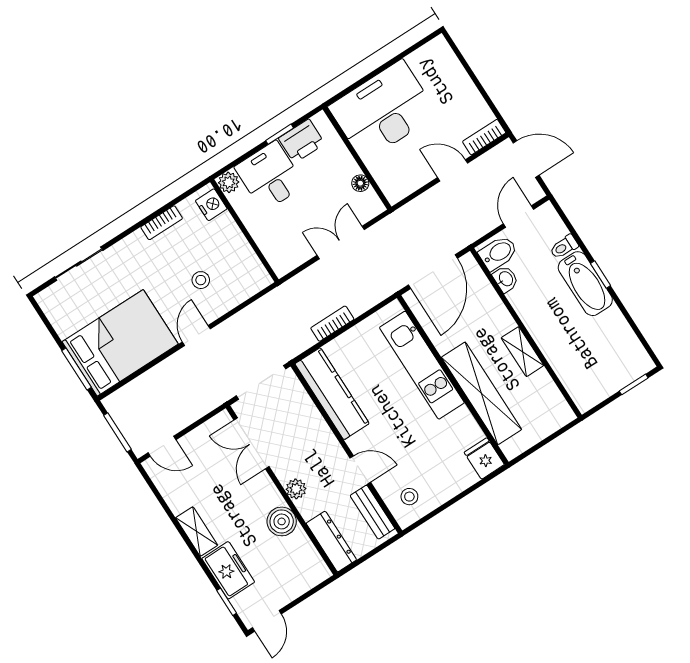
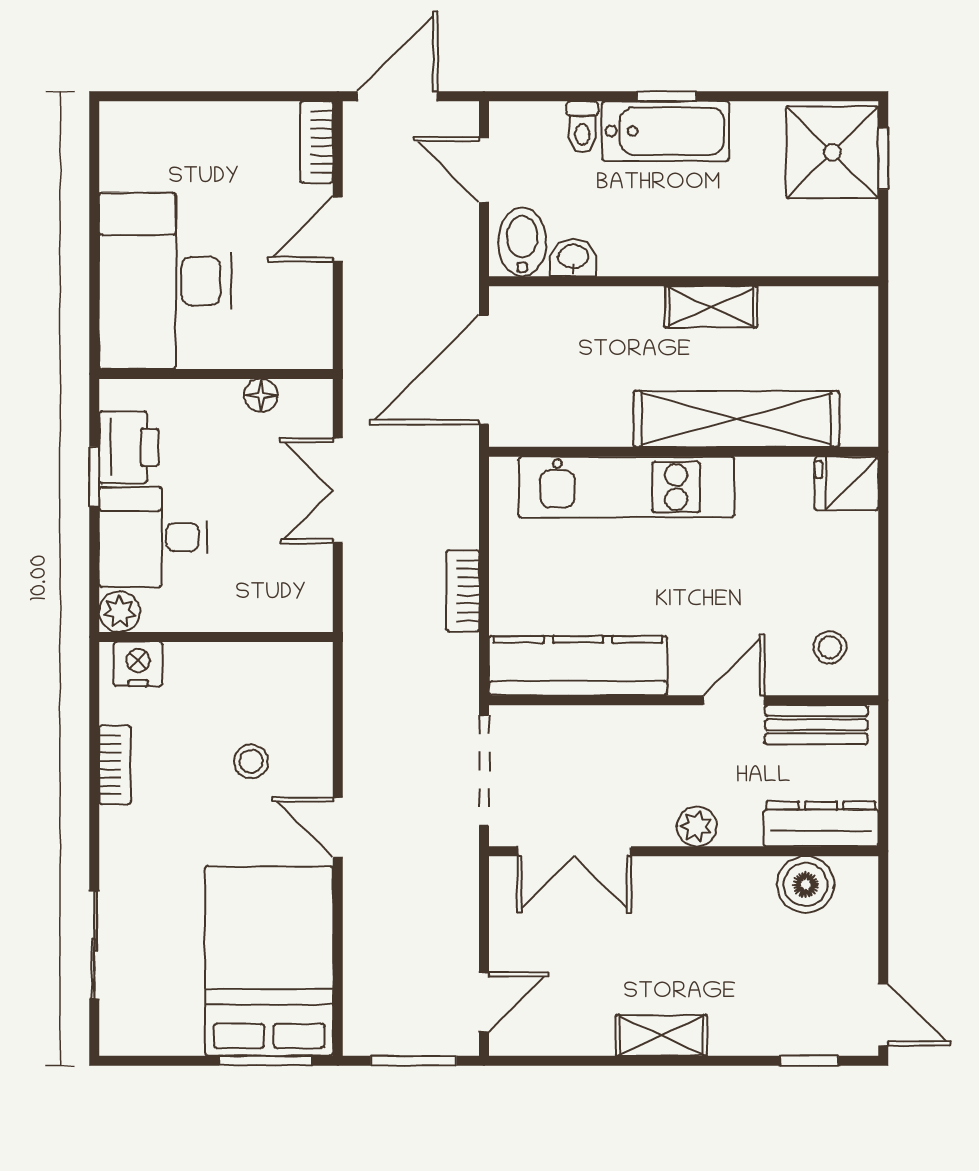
door: (433, 272) -> (484, 370), swing flipped
shower: (622, 361) -> (832, 152), added
boiler: (282, 521) -> (806, 885), moved
freezer: (228, 570) -> (759, 1024), removed

